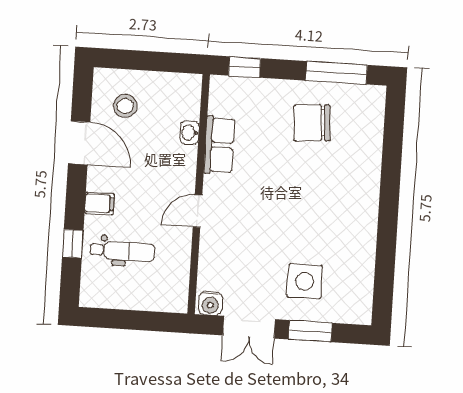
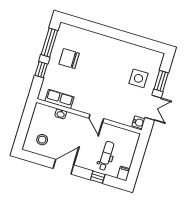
window: (245, 67) -> (41, 70), moved
chair: (312, 123) -> (69, 59), turned 94
door: (79, 143) -> (63, 167), moved
row of seats: (219, 145) -> (59, 99), moved
filing cabinet: (99, 203) -> (124, 173), moved

